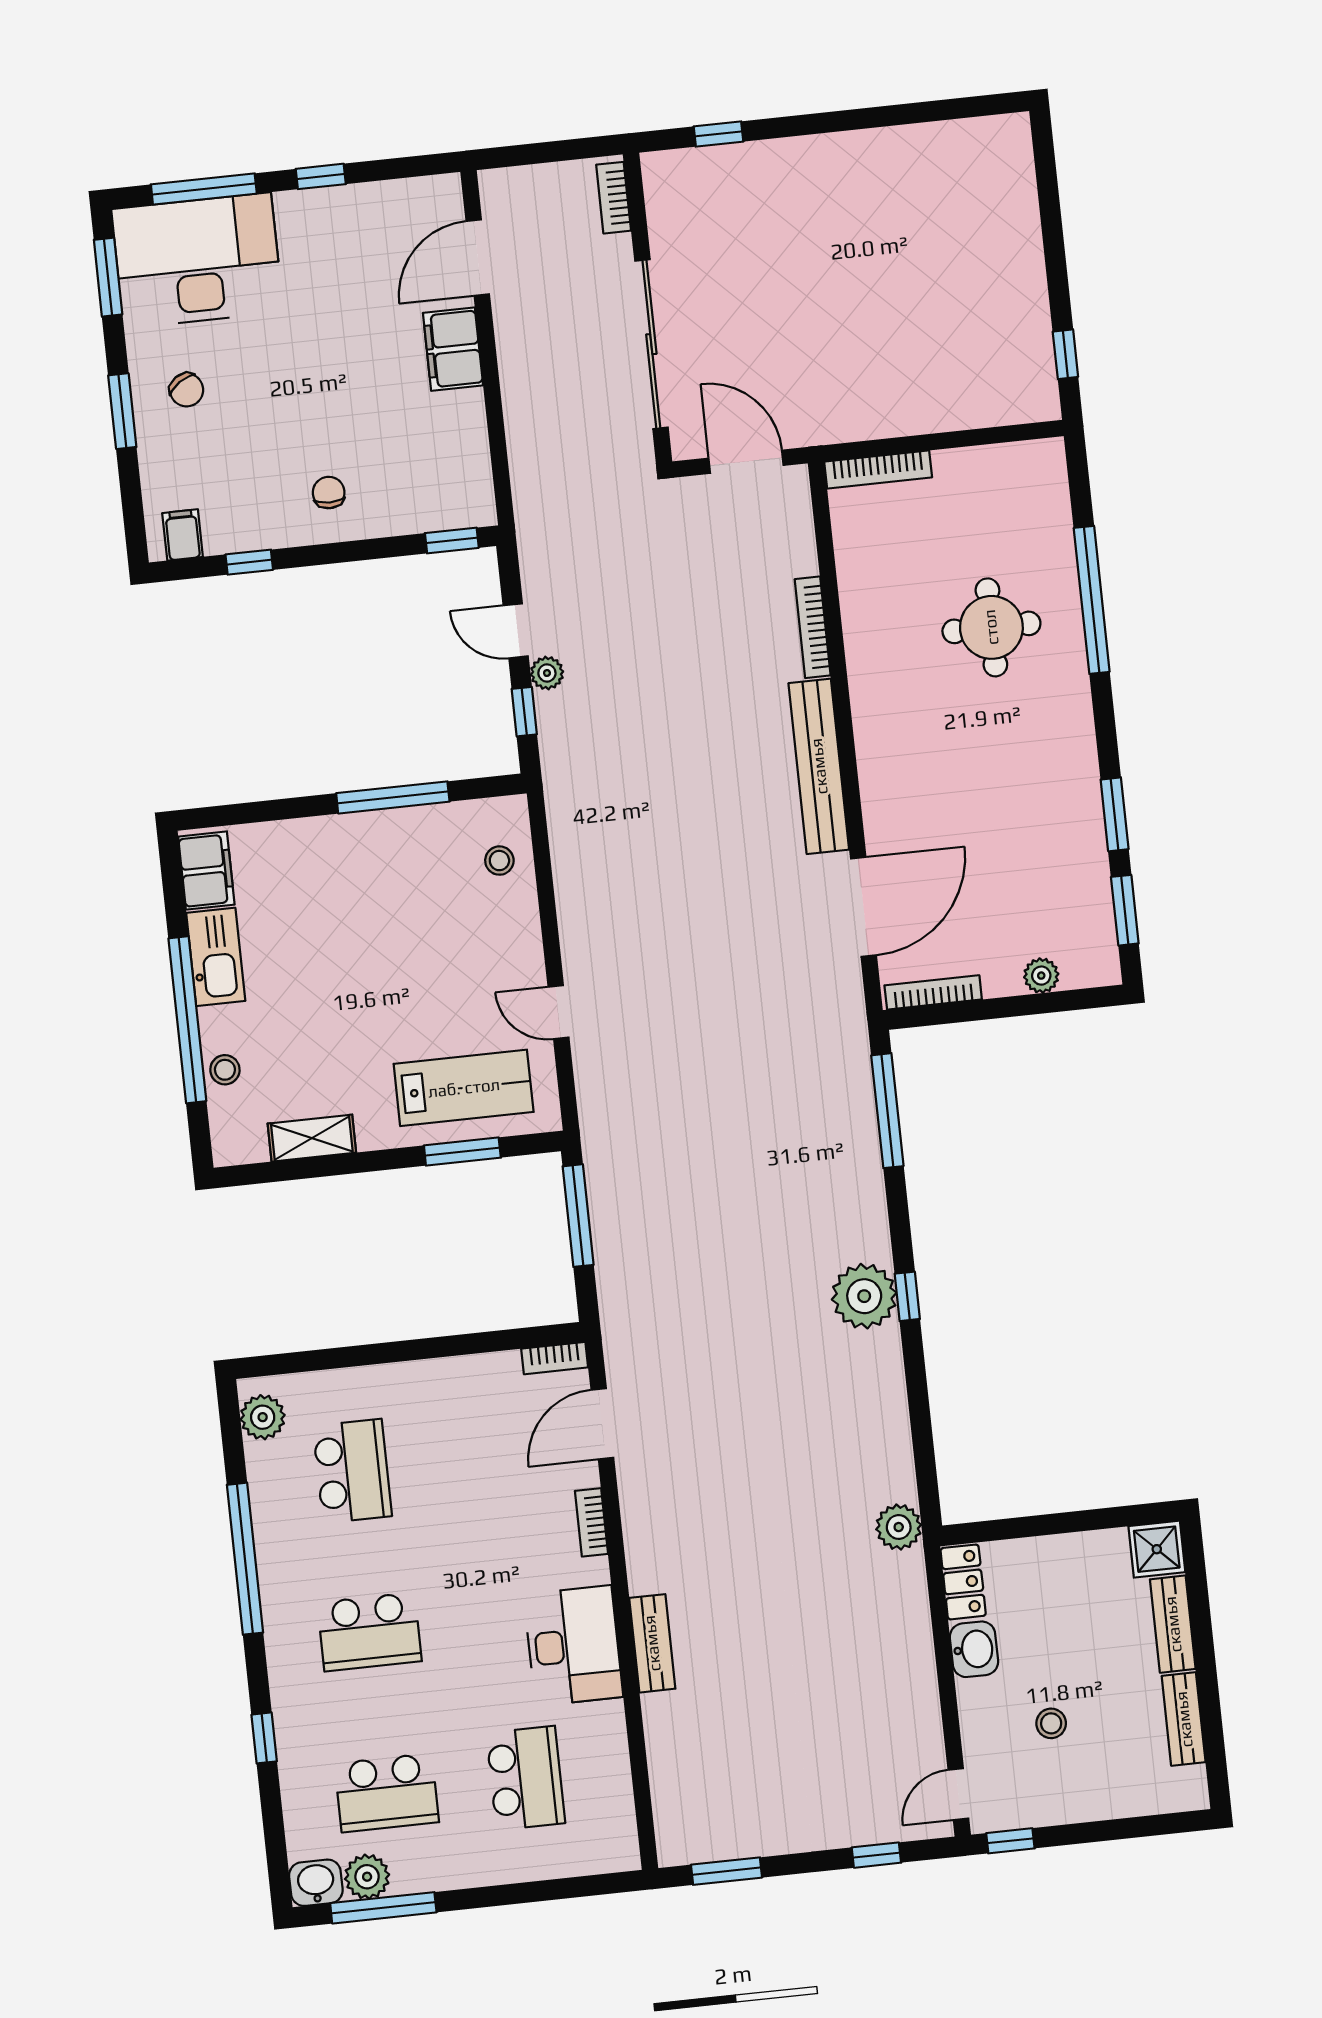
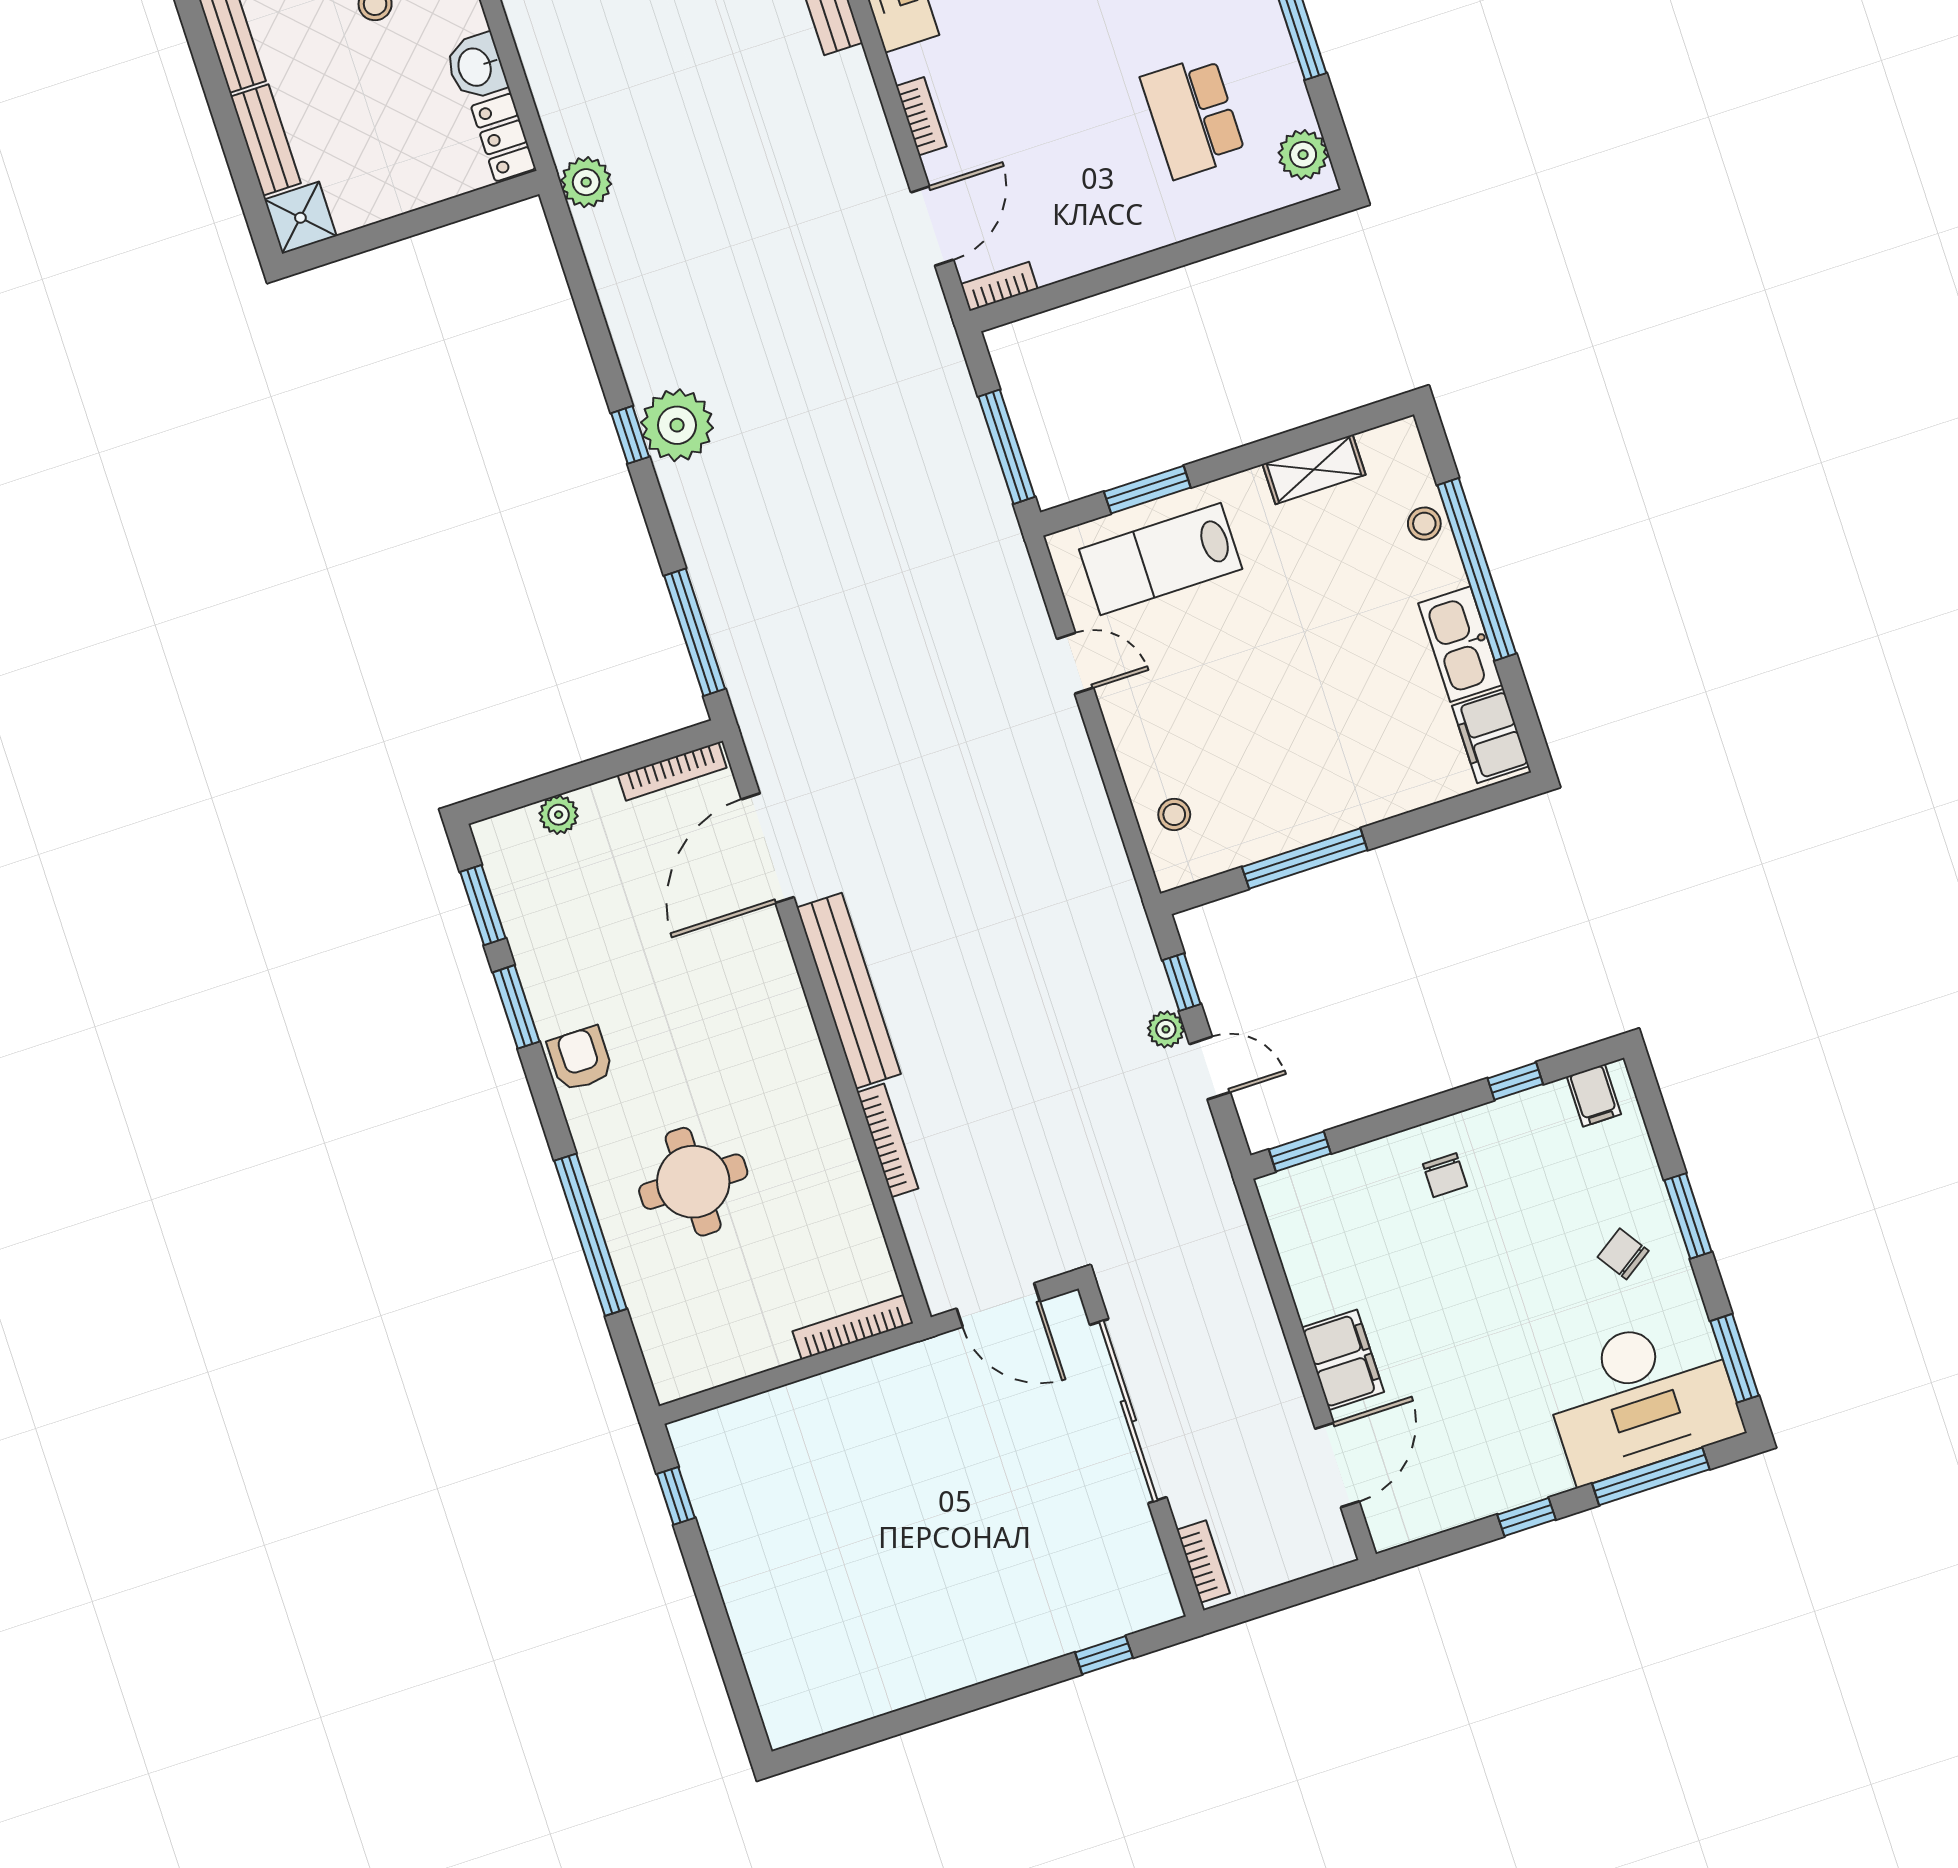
armchair: (1068, 757) -> (580, 1059), added

